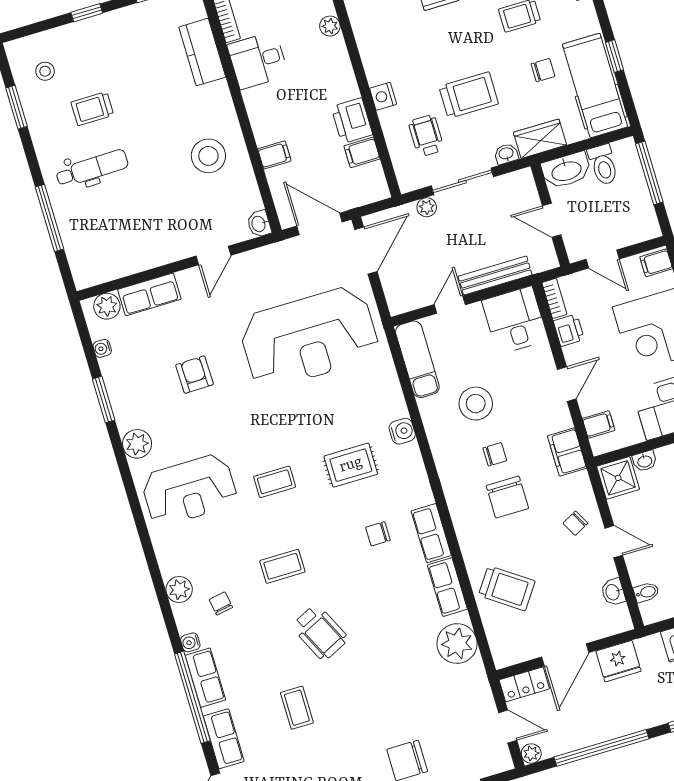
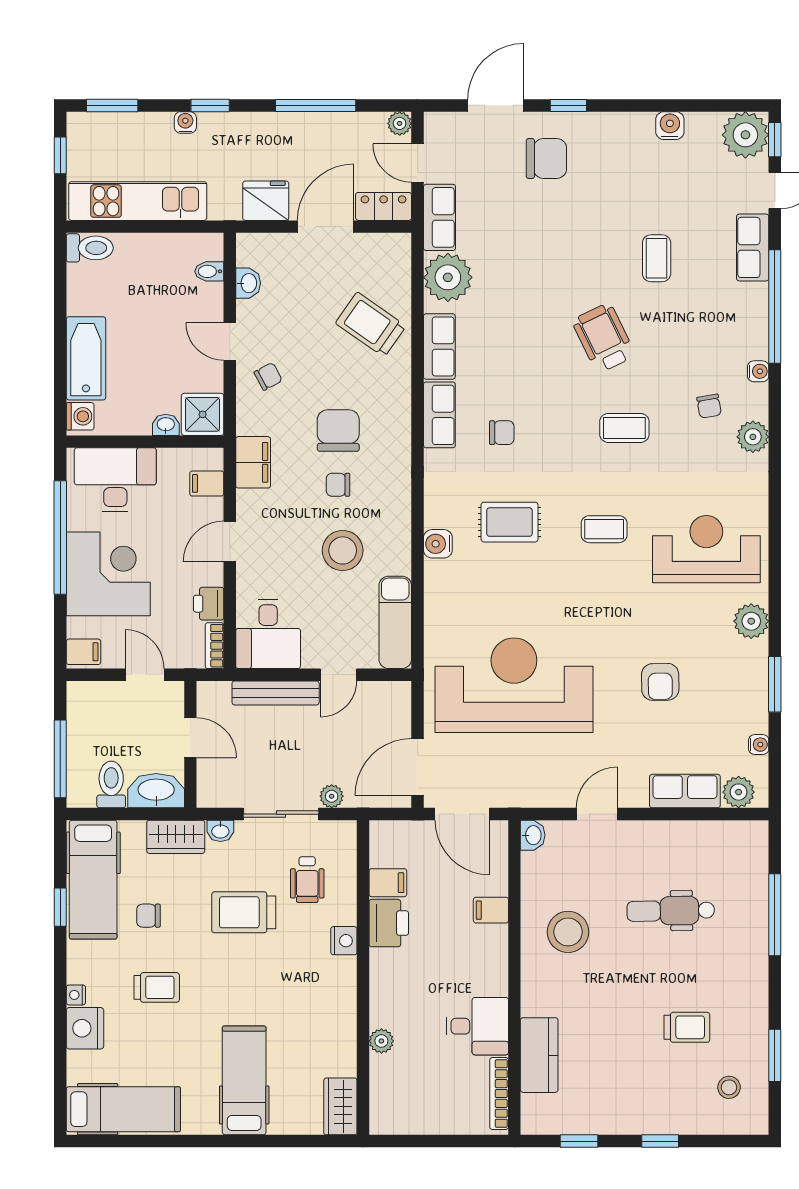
dental chair: (92, 168) -> (671, 911), moved
row of seats: (205, 678) -> (439, 217), moved, turned 180
window: (602, 748) -> (316, 105), width x0.68

